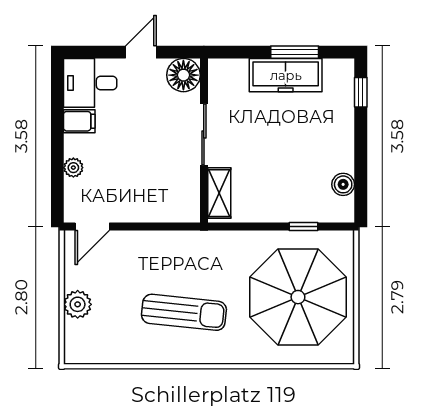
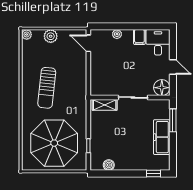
window: (295, 52) -> (173, 120), moved
plant: (74, 354) -> (27, 35), added

